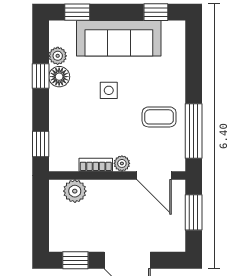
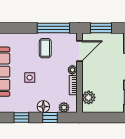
plant: (58, 56) -> (64, 107), moved
floor lamp: (59, 77) -> (43, 107), moved
window: (41, 144) -> (50, 117), moved

